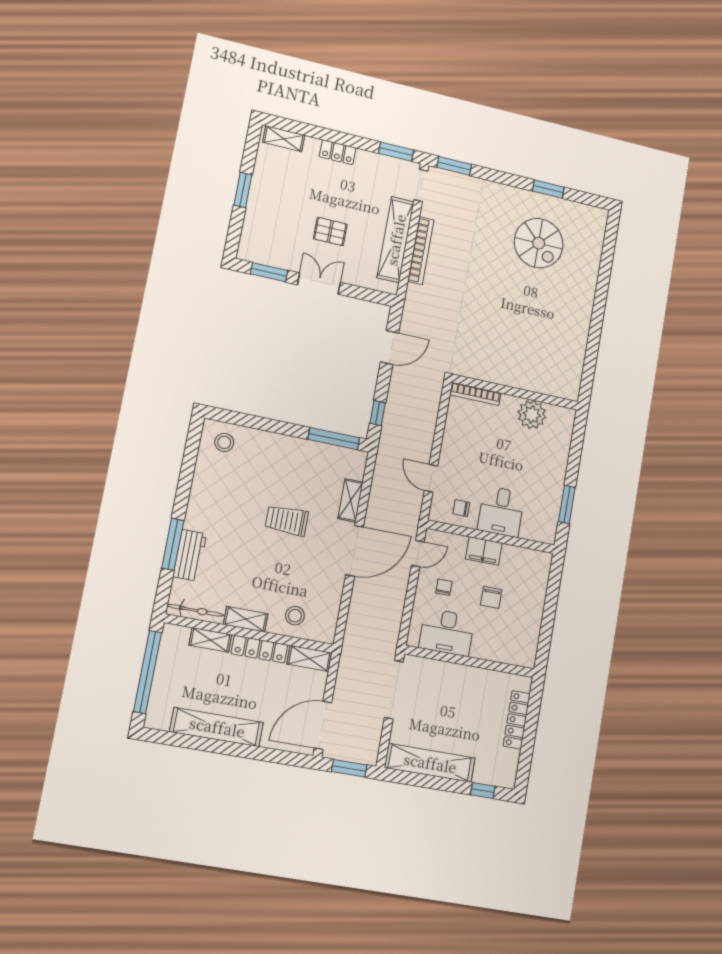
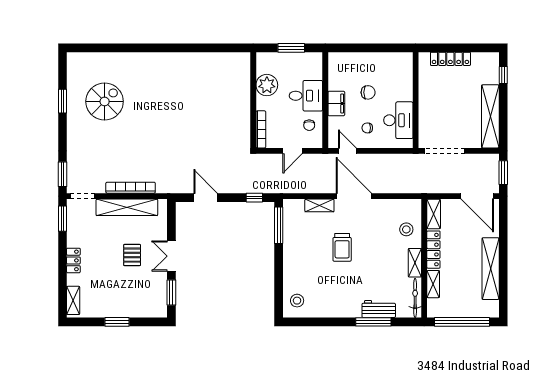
wall: (515, 392) -> (253, 100), moved
bookcase: (475, 394) -> (261, 129), moved
plant: (532, 414) -> (267, 85), moved

